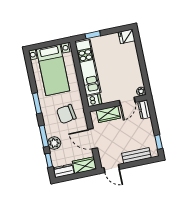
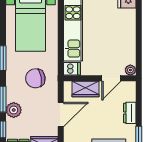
dresser: (144, 110) -> (130, 113), moved
door: (93, 139) -> (61, 114), swing flipped

